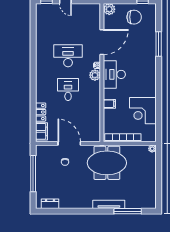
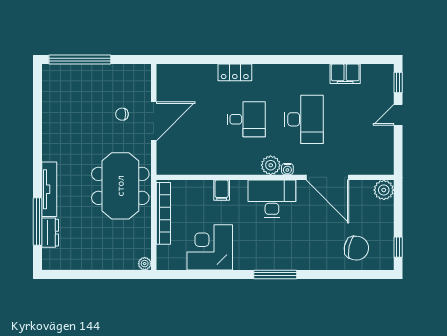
chair: (134, 17) -> (356, 248), moved, turned -78
window: (159, 44) -> (275, 274), moved
locker: (41, 112) -> (235, 72), moved
filing cabinet: (41, 131) -> (345, 74), moved
window: (33, 174) -> (80, 59), moved
dresser: (50, 204) -> (50, 233), moved

